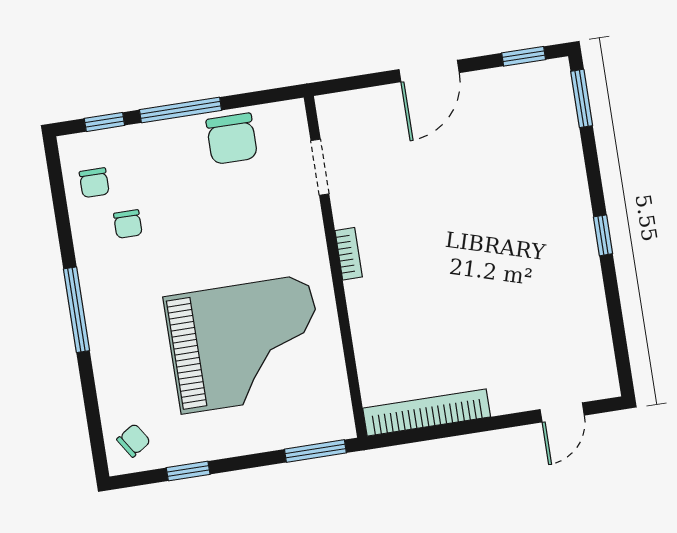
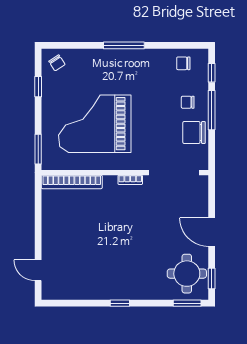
round table: (521, 109) -> (187, 274), added
doorway: (320, 167) -> (174, 173), width x1.88
chair: (128, 224) -> (188, 102), moved
grand piano: (245, 344) -> (95, 124), turned 90
bookcase: (427, 412) -> (72, 182), moved, turned 90

